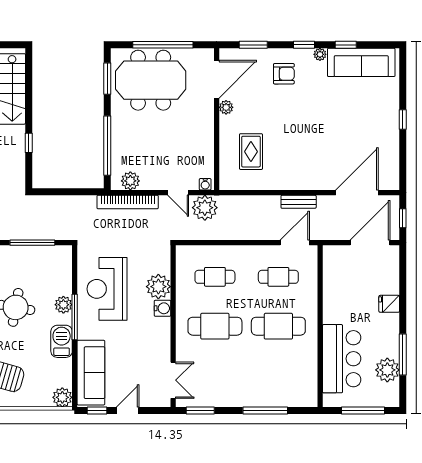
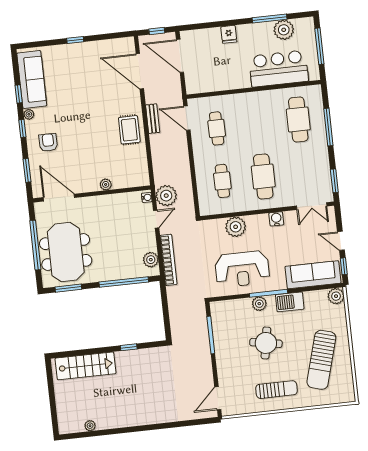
plant: (226, 107) -> (106, 184), moved
rug: (251, 152) -> (129, 130), moved, turned 90
water cooler: (162, 308) -> (276, 219), moved
cafe table: (278, 326) -> (298, 119), moved
double door: (173, 380) -> (312, 206), swing flipped

